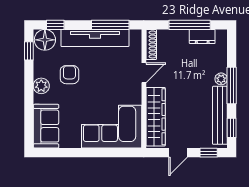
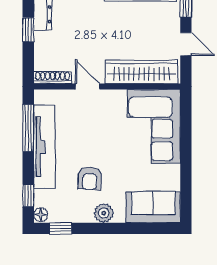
window: (190, 25) -> (28, 30), width x0.46
floor lamp: (45, 40) -> (41, 215), width x0.53, depth x0.53
armchair: (69, 75) -> (90, 178), turned -87

